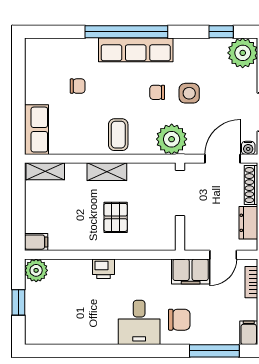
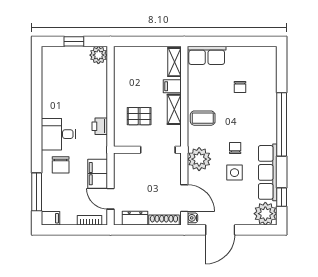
row of seats: (136, 50) -> (268, 172), moved
doorway: (180, 193) -> (158, 150), moved
wall: (180, 207) -> (147, 150), moved
filing cabinet: (36, 242) -> (172, 86), moved, turned 90
printer: (103, 269) -> (100, 126), moved

